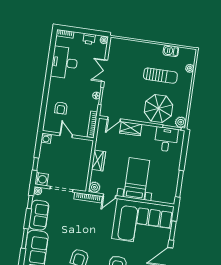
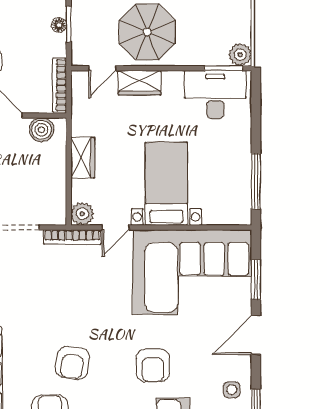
parasol: (159, 109) -> (147, 32), moved
desk: (166, 139) -> (215, 95), width x1.37
boiler: (81, 144) -> (41, 130), added

